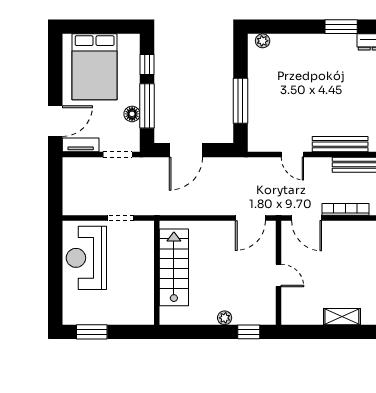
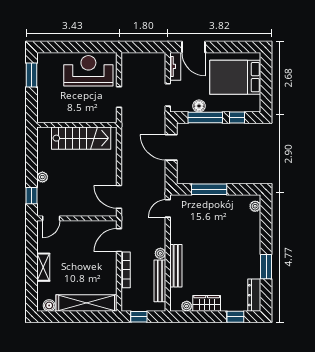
door: (292, 155) -> (168, 208), moved
plant: (324, 164) -> (160, 253), added
door: (278, 275) -> (51, 218), moved

